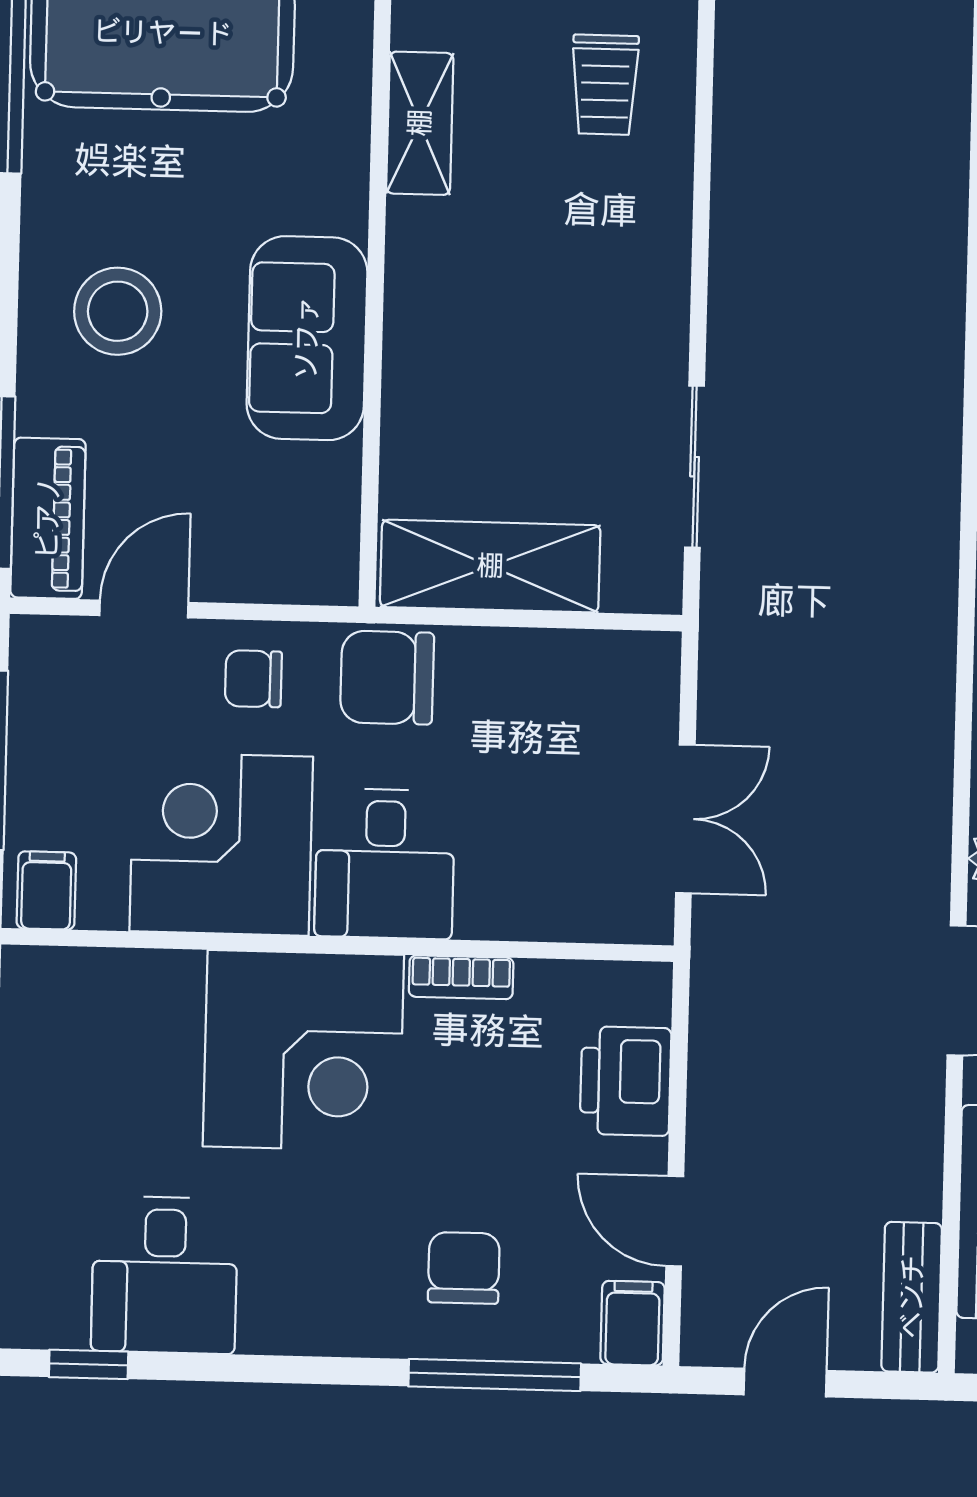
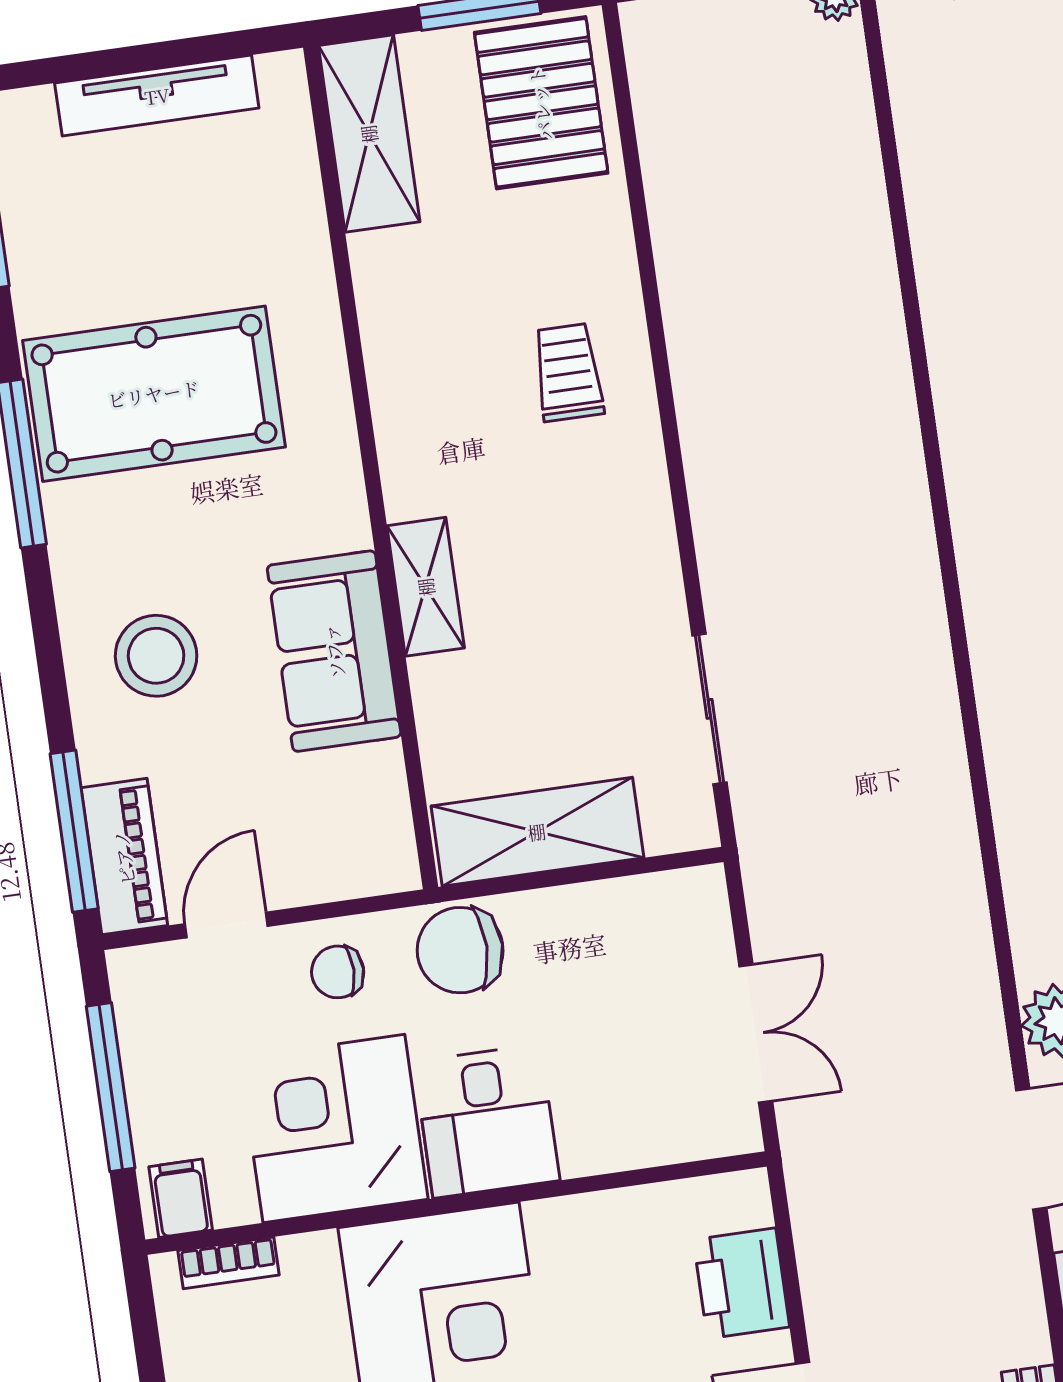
trolley: (605, 85) -> (568, 372), turned 180
shelving: (420, 123) -> (426, 587), moved
bookcase: (461, 977) -> (228, 1263), moved

